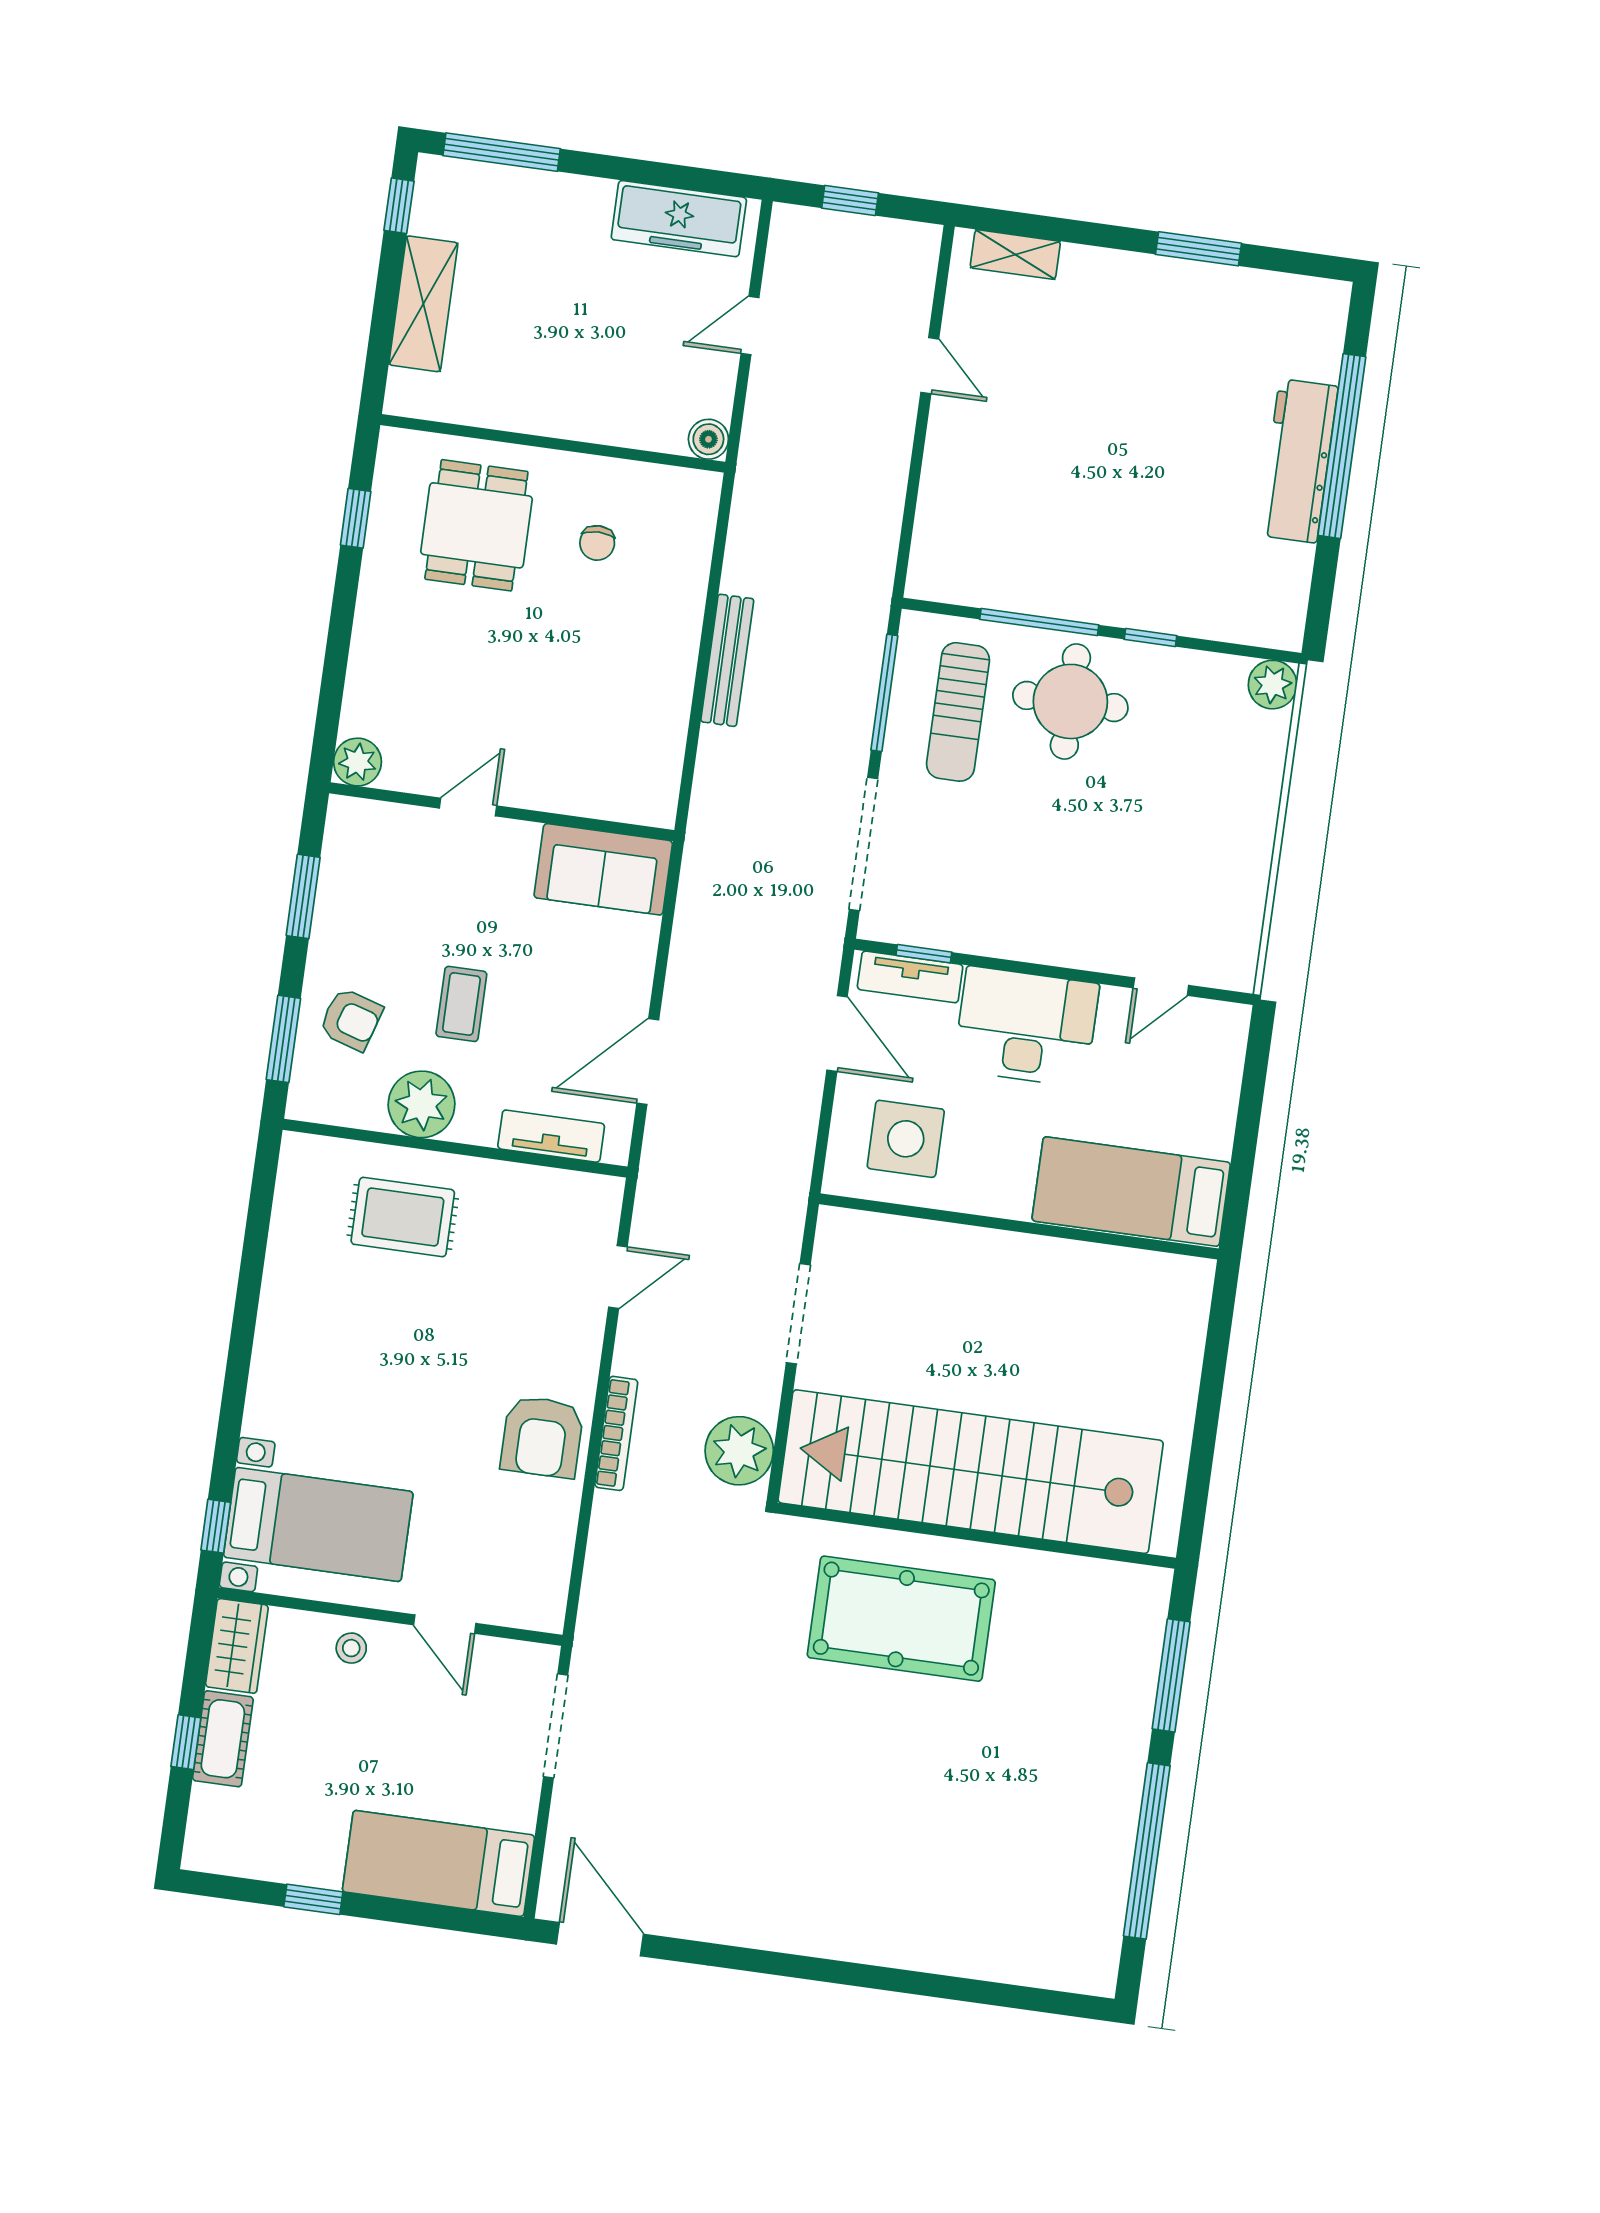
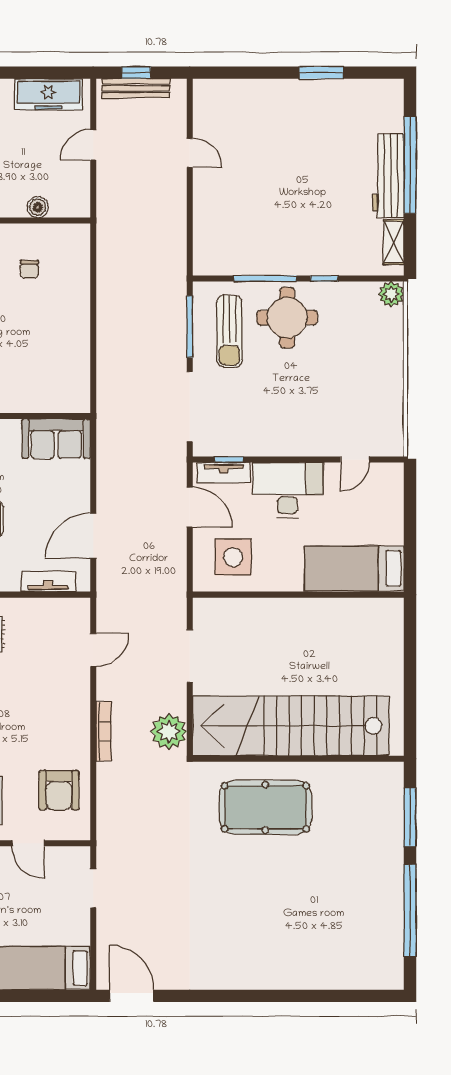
shelving: (1015, 255) -> (394, 242), moved, turned 90
boiler: (708, 439) -> (38, 207), moved
bench: (727, 660) -> (136, 88), moved, turned 90
armchair: (542, 1437) -> (59, 790), moved
doorway: (556, 1726) -> (93, 888), width x0.73

